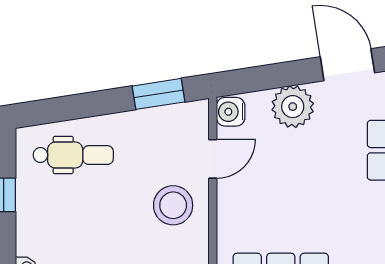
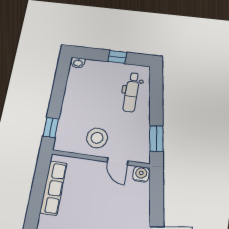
plant: (293, 107) -> (139, 208), removed

